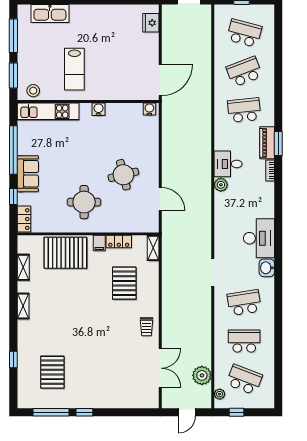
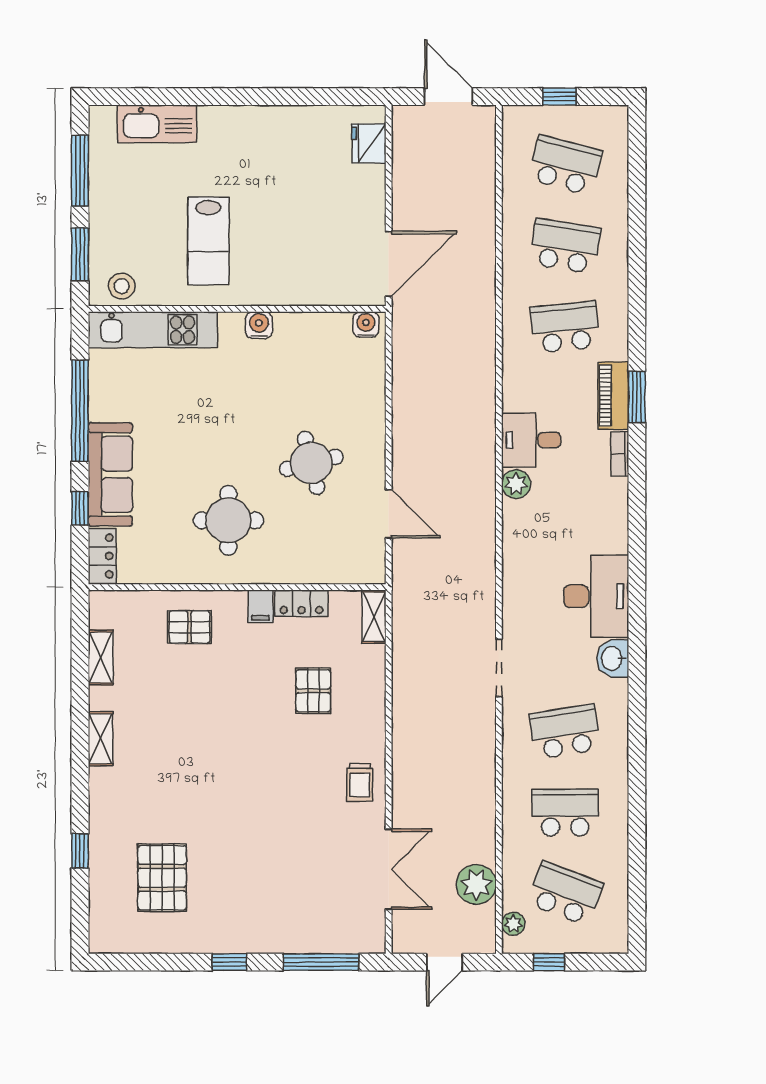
school desk: (244, 72) -> (565, 246), turned 30
sofa: (28, 174) -> (110, 474), width x1.36
pallet: (65, 253) -> (189, 627), width x0.49, depth x0.50
pallet: (124, 283) -> (313, 691), width x0.67, depth x0.71
window: (51, 412) -> (321, 962), moved

